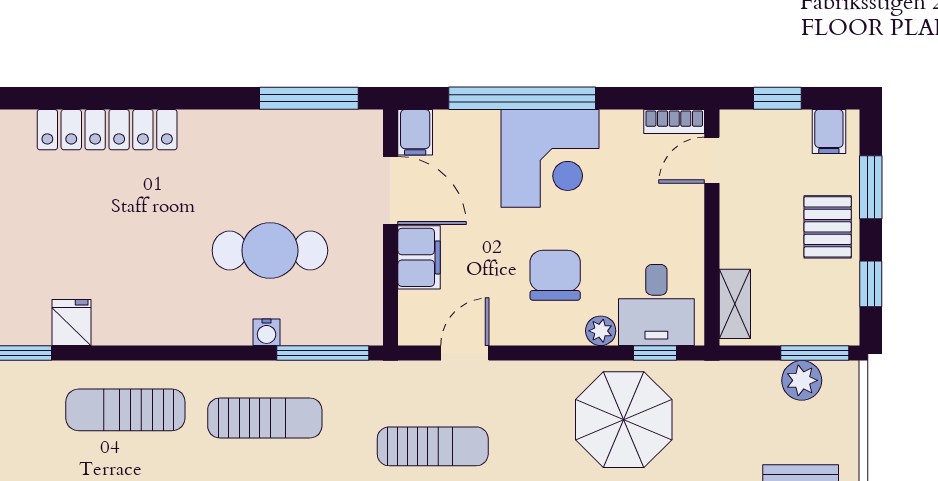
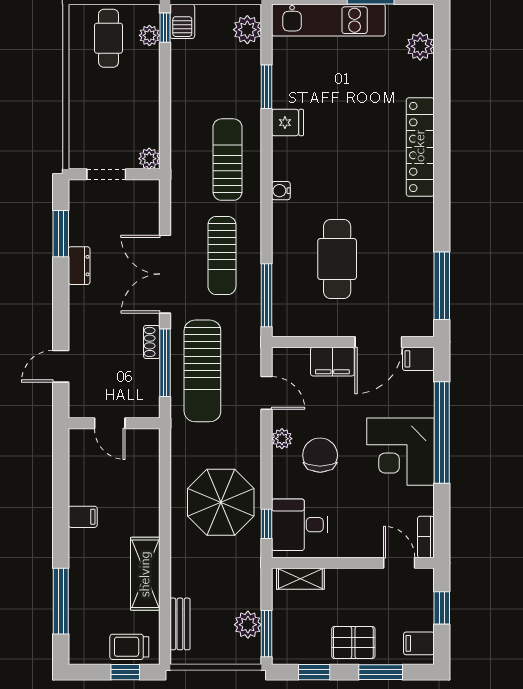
chair: (555, 275) -> (320, 455), turned -90
plant: (601, 331) -> (282, 439), moved
water cooler: (267, 332) -> (281, 191), moved
sun lounger: (433, 446) -> (202, 371), width x1.36, depth x1.34

